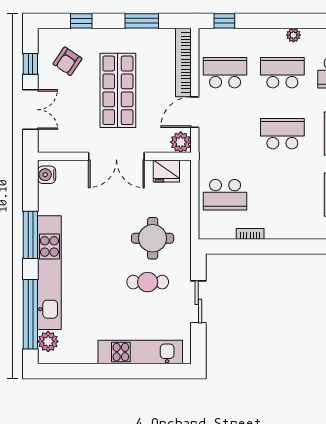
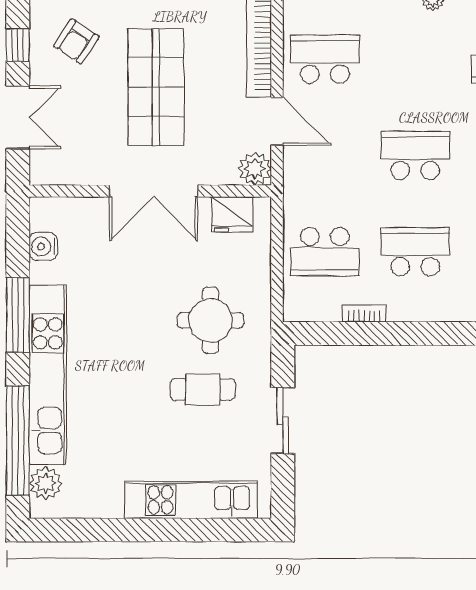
school desk: (282, 73) -> (415, 252), moved
door: (195, 112) -> (277, 121), swing flipped
water cooler: (47, 175) -> (43, 246), moved

